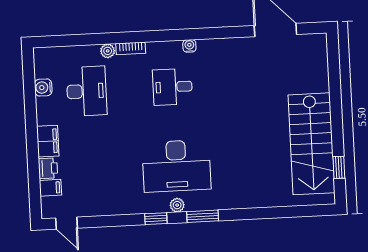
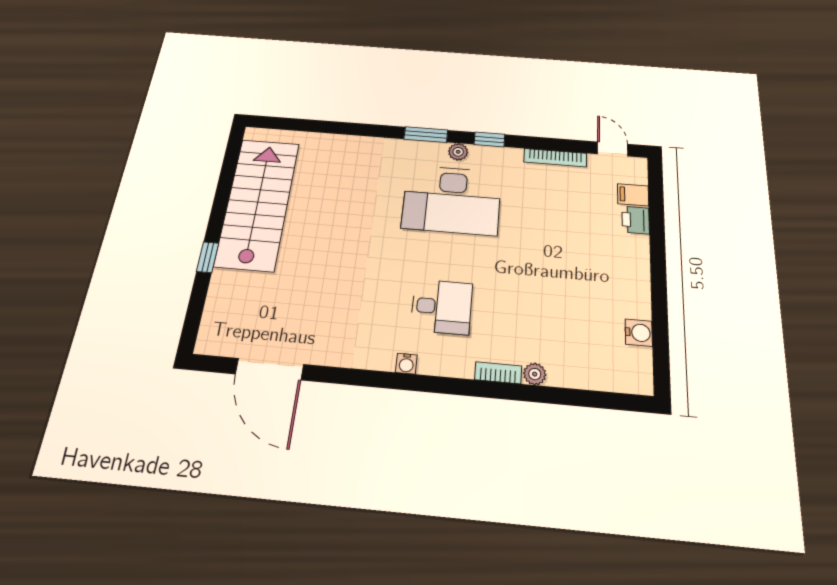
desk: (87, 91) -> (572, 318), removed
filing cabinet: (48, 141) -> (635, 256), removed
desk: (176, 166) -> (452, 200), turned 180
window: (339, 167) -> (208, 257), moved
bookcase: (107, 210) -> (555, 158), added

